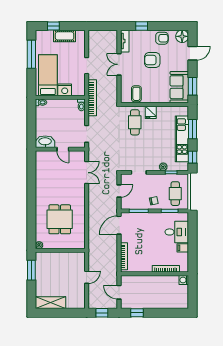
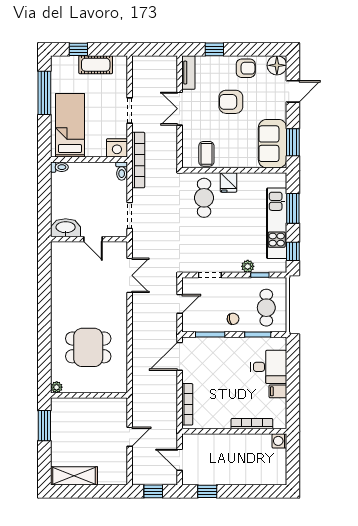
nightstand: (65, 90) -> (117, 148), moved
dining table: (60, 219) -> (88, 347), turned 90

